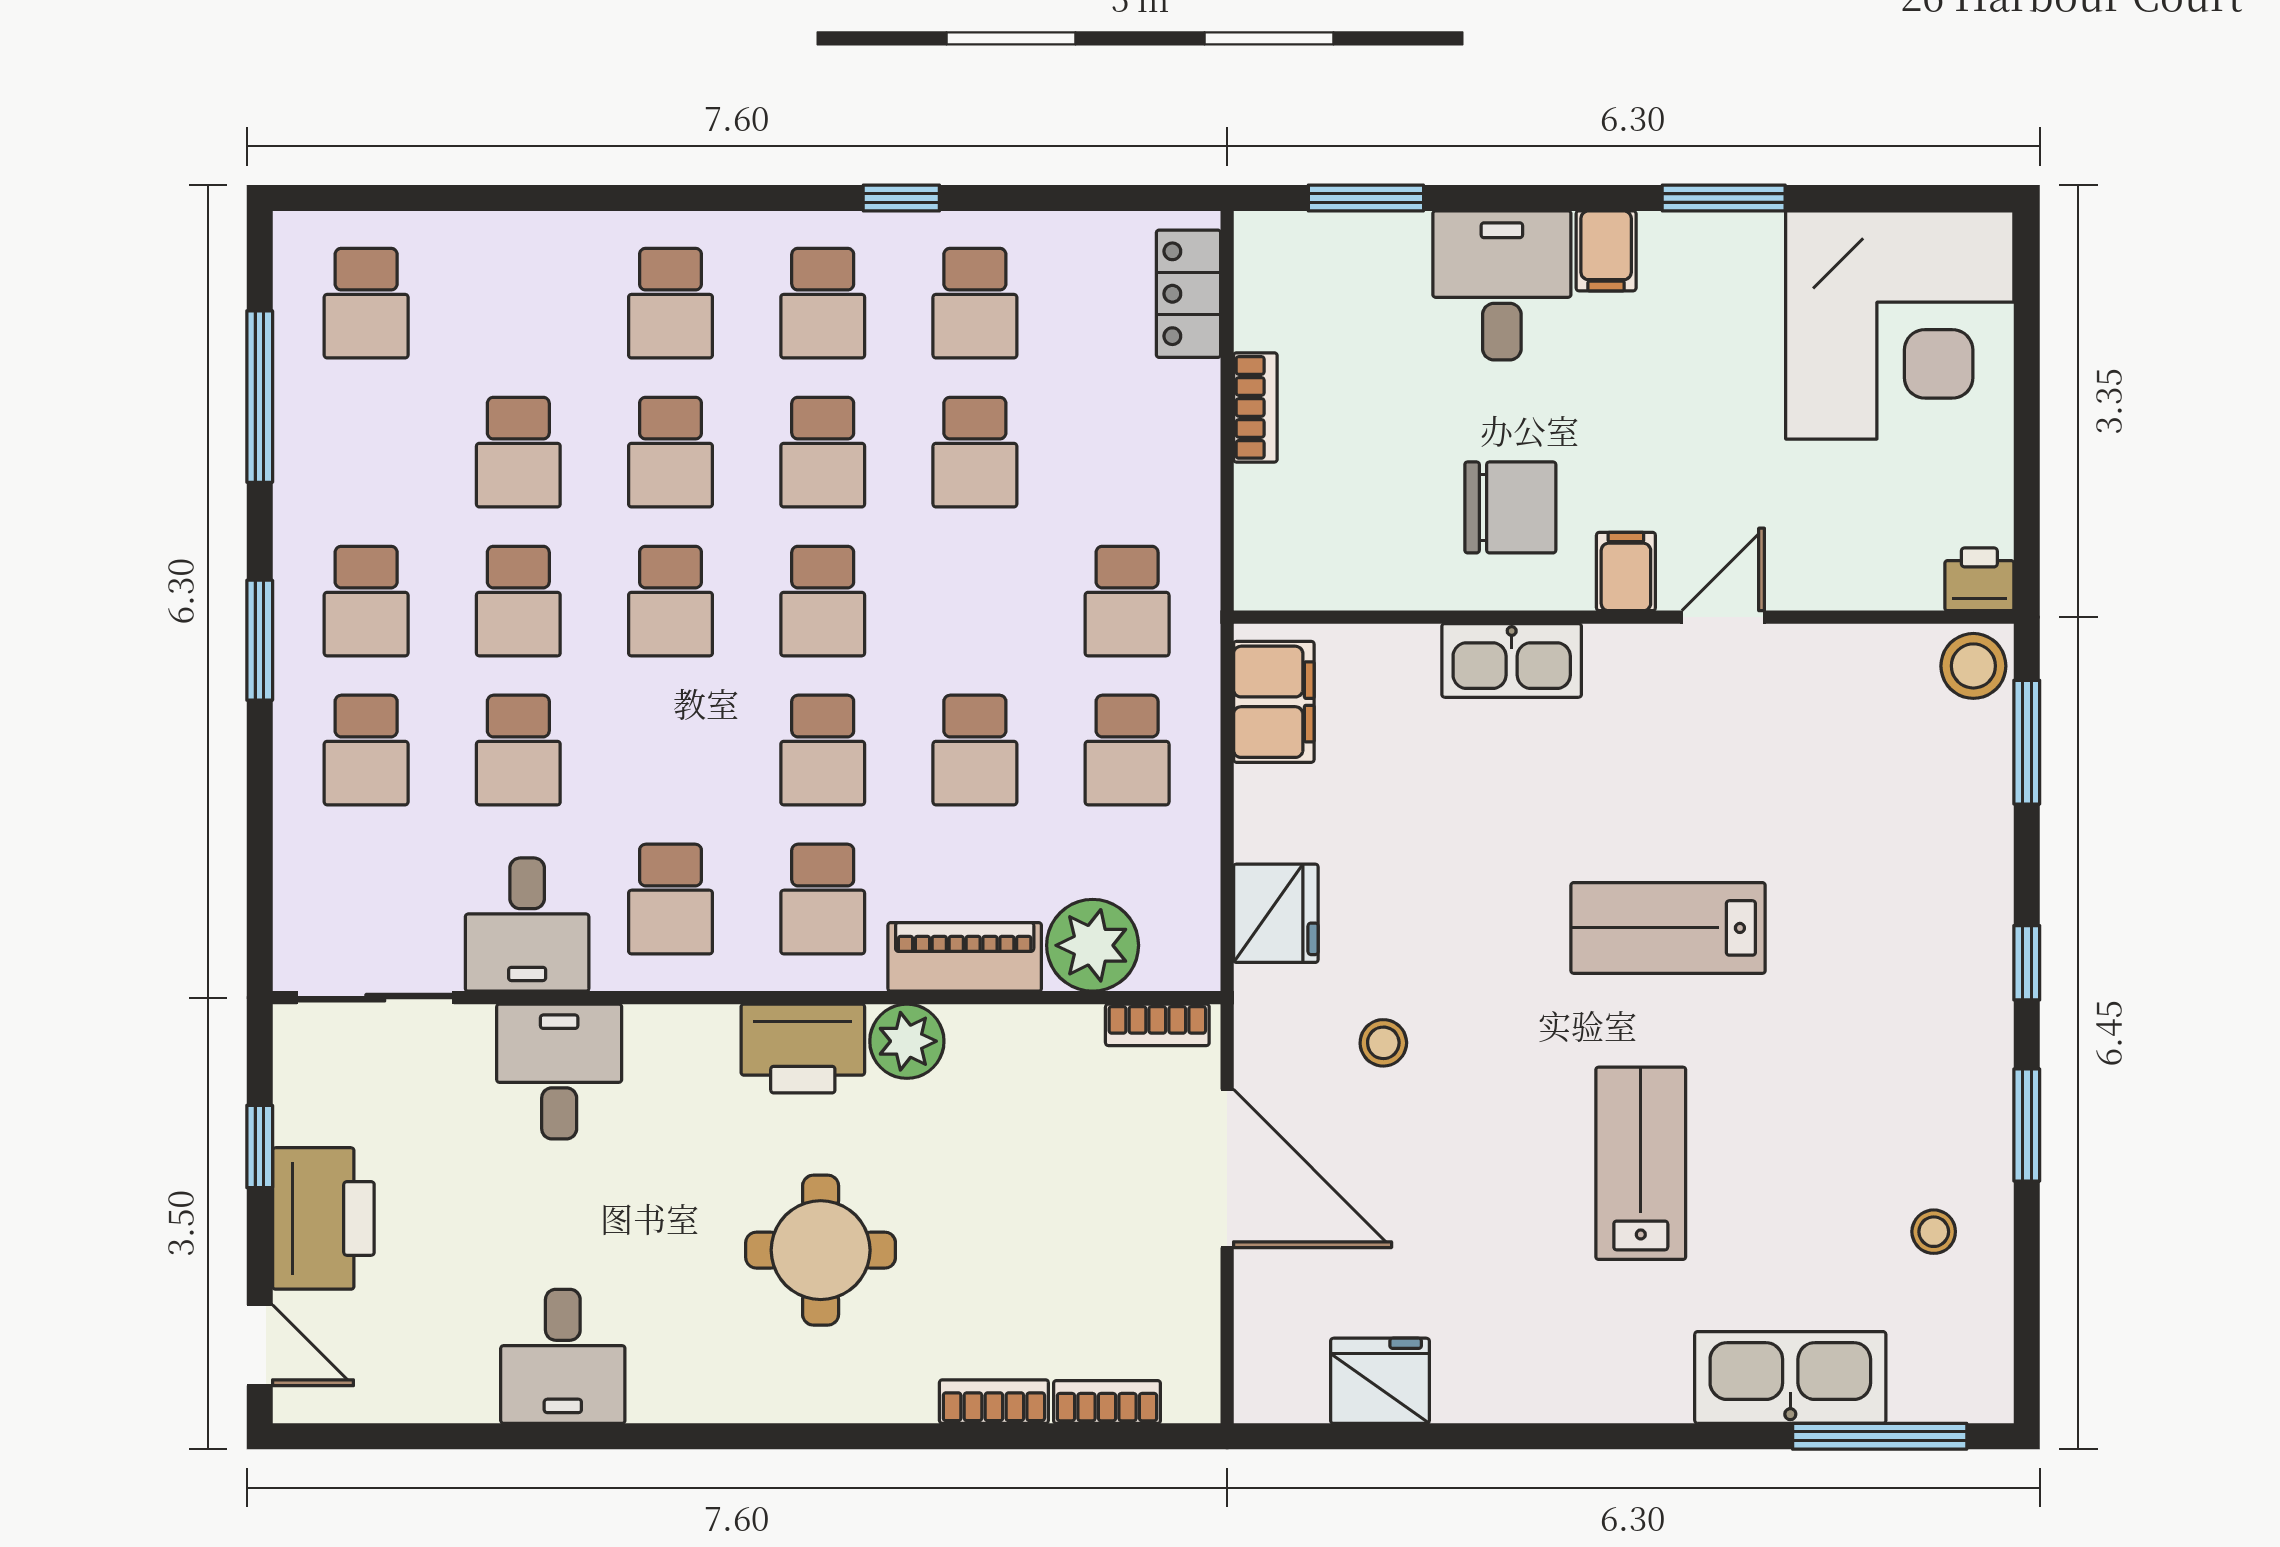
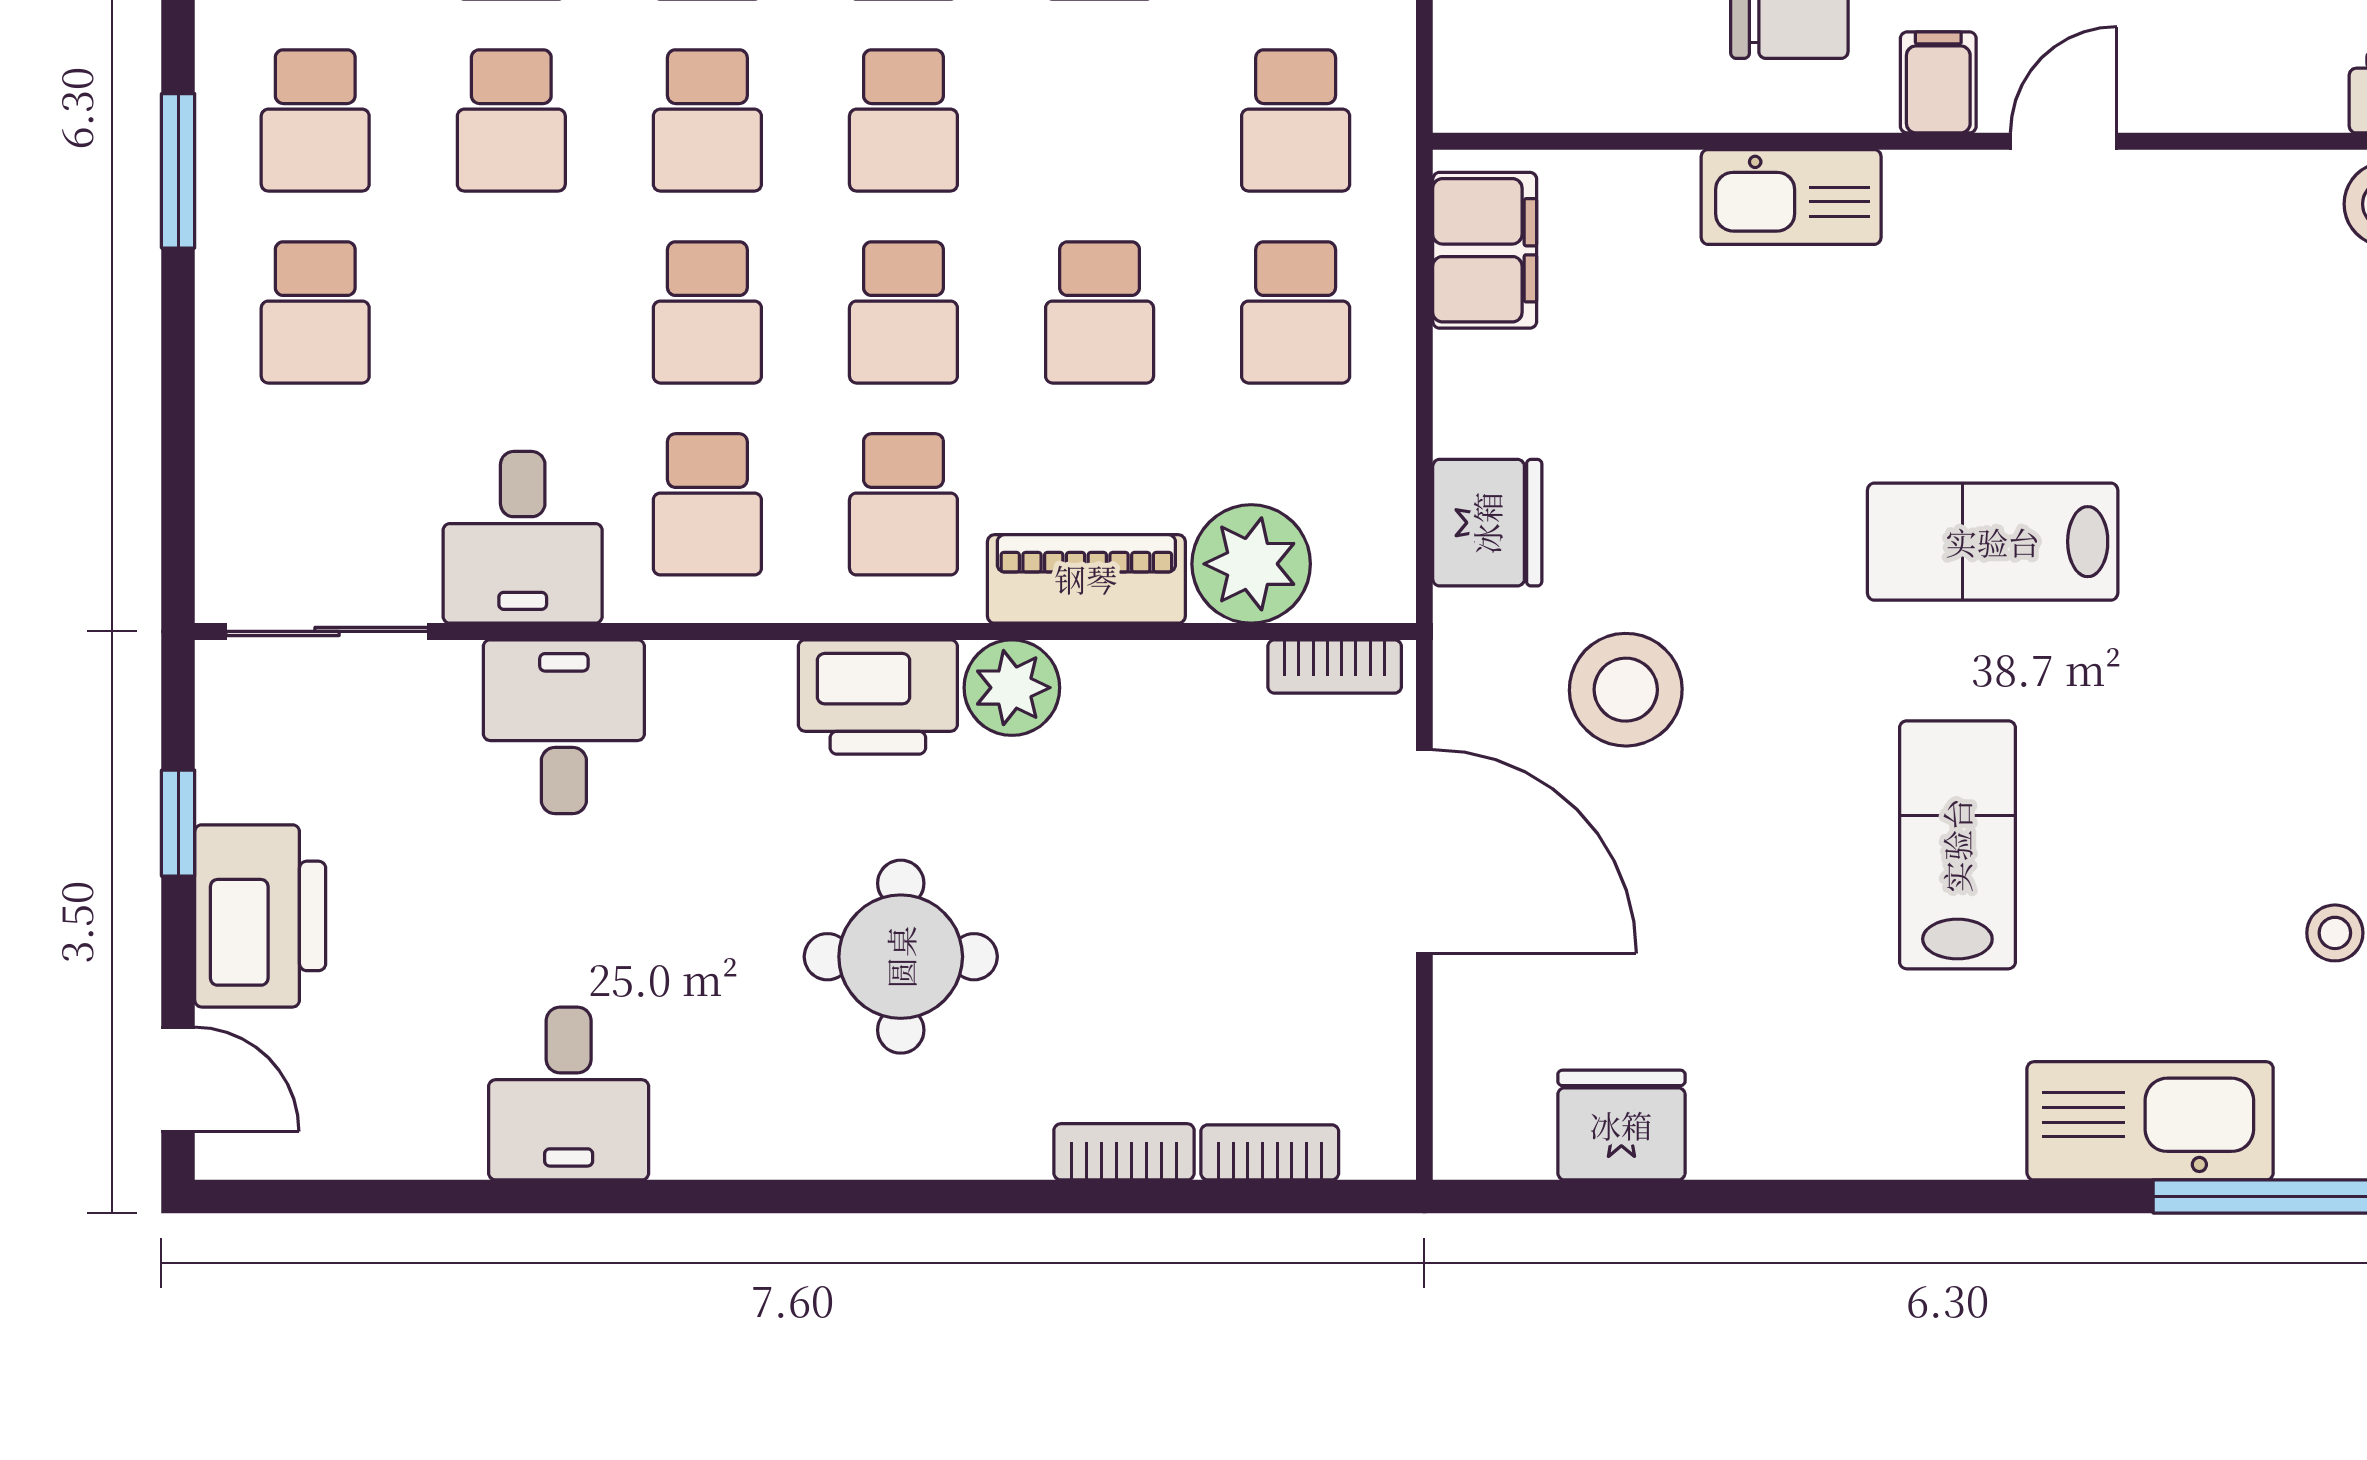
school desk: (518, 750) -> (707, 312), moved
stool: (1383, 1043) -> (1626, 690), width x1.89, depth x1.89

